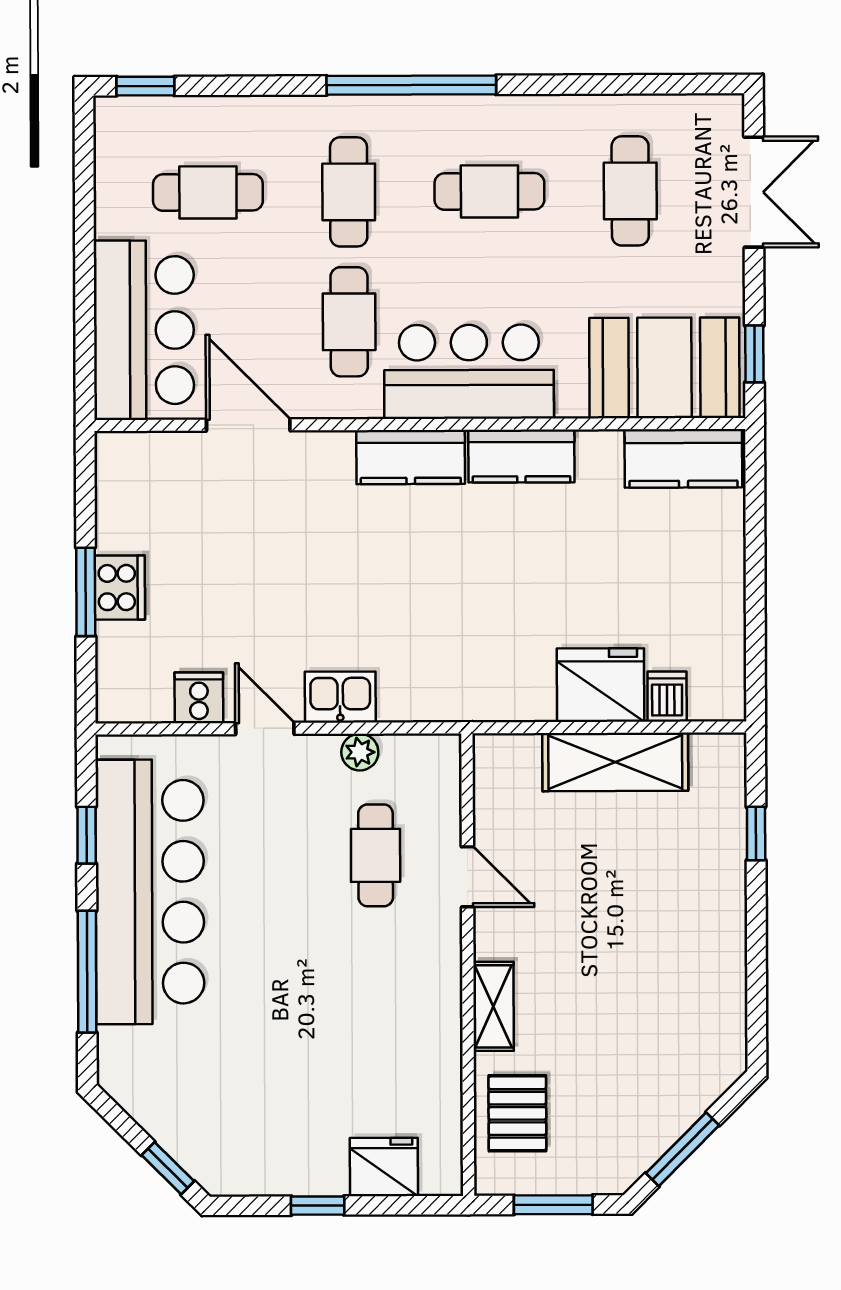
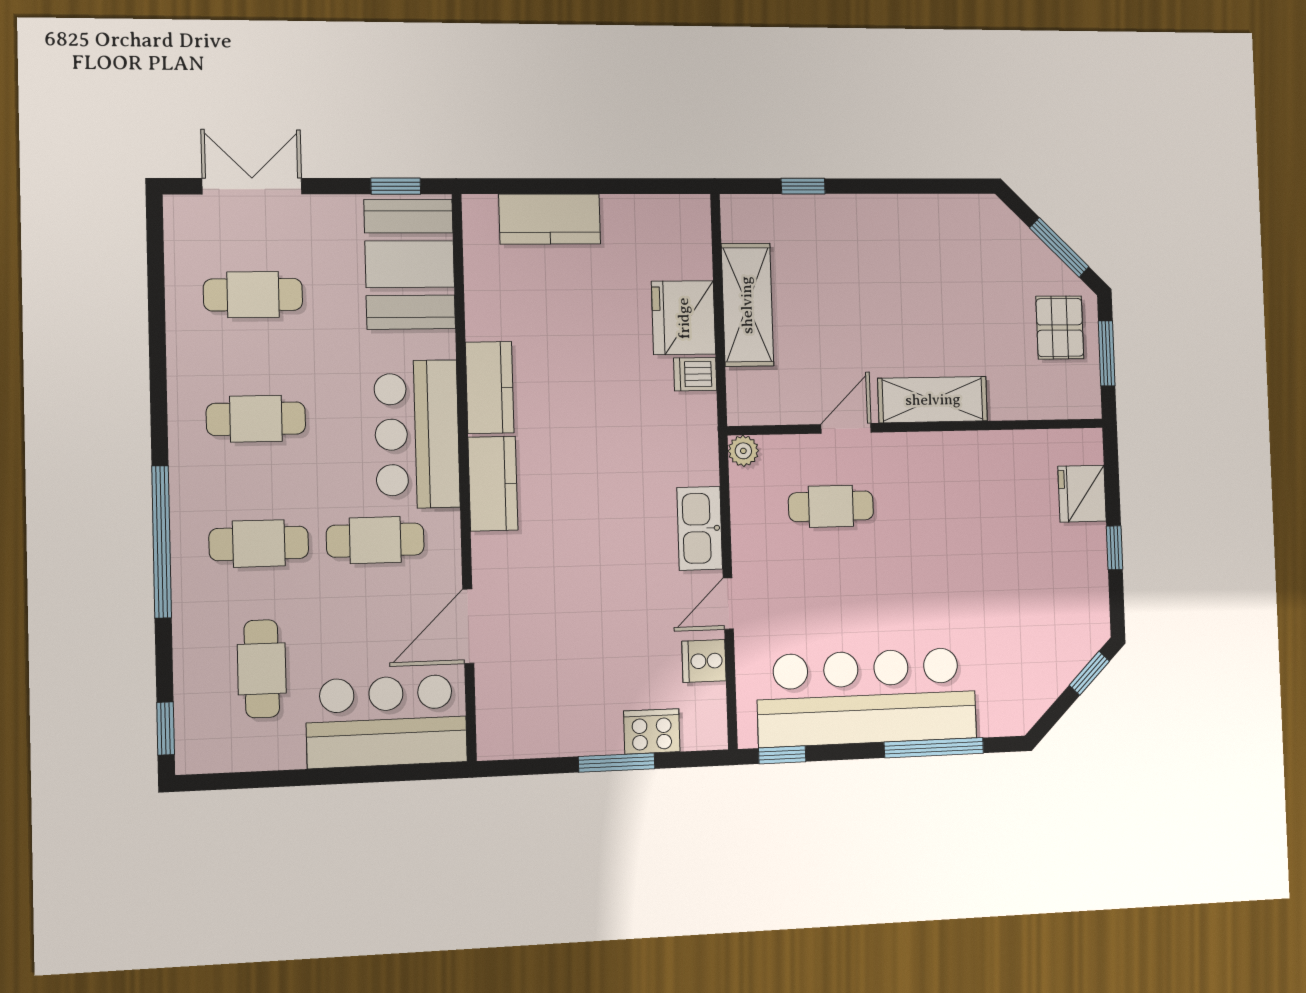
window: (411, 85) -> (162, 542), moved
cafe table: (489, 191) -> (256, 419), turned 90
kitchen counter: (683, 458) -> (550, 219), moved, turned 90
cooker: (120, 588) -> (652, 731), moved
dishwasher: (667, 696) -> (695, 374), moved
kitchen sink: (340, 697) -> (700, 528), width x1.38
plant: (360, 752) -> (743, 451), moved
window: (87, 835) -> (782, 755), moved
shelving: (493, 1006) -> (933, 400), width x1.50, depth x1.33
pallet: (517, 1113) -> (1060, 327), moved, turned 90

